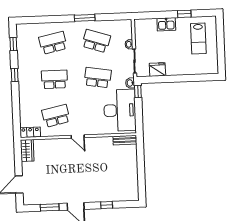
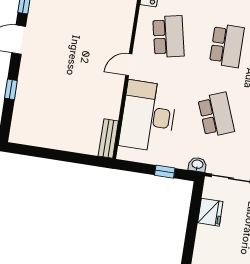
school desk: (98, 78) -> (216, 115), turned -30
window: (138, 92) -> (165, 172), moved
desk: (120, 110) -> (148, 116), moved, turned 90

